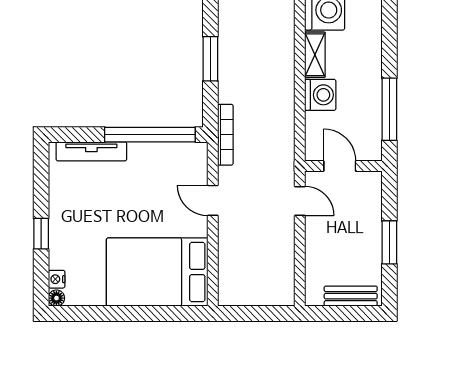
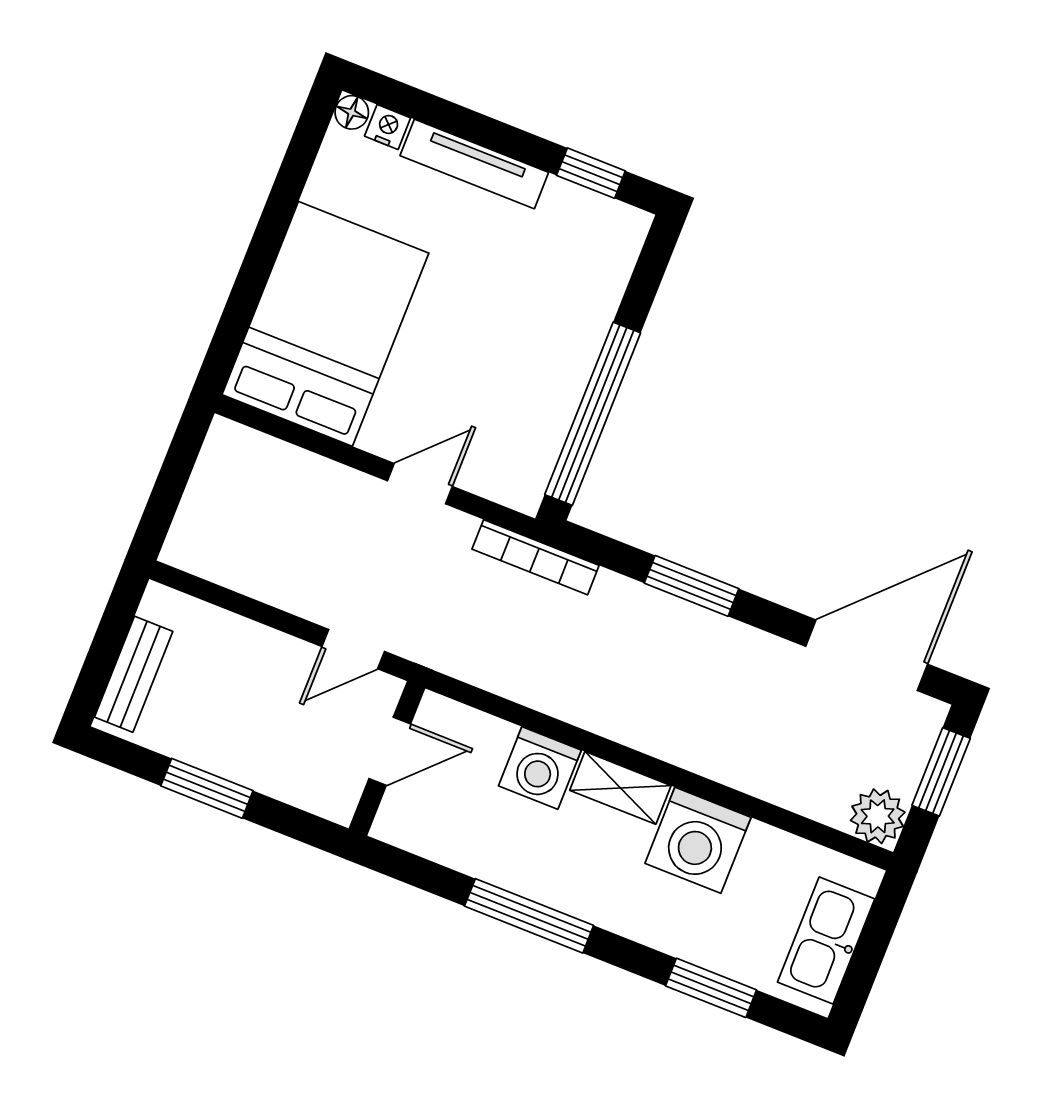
window: (389, 109) -> (529, 916), moved
tv unit: (91, 151) -> (474, 164), moved, turned -90
window: (41, 234) -> (591, 173), moved

